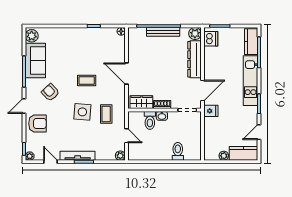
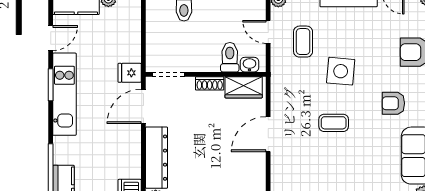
door: (126, 74) -> (268, 134), swing flipped
kitchen unit: (251, 81) -> (64, 94), moved
armchair: (50, 92) -> (393, 103), turned 133
coffee table: (106, 114) -> (303, 42), moved
washbasin: (162, 116) -> (249, 65), moved

